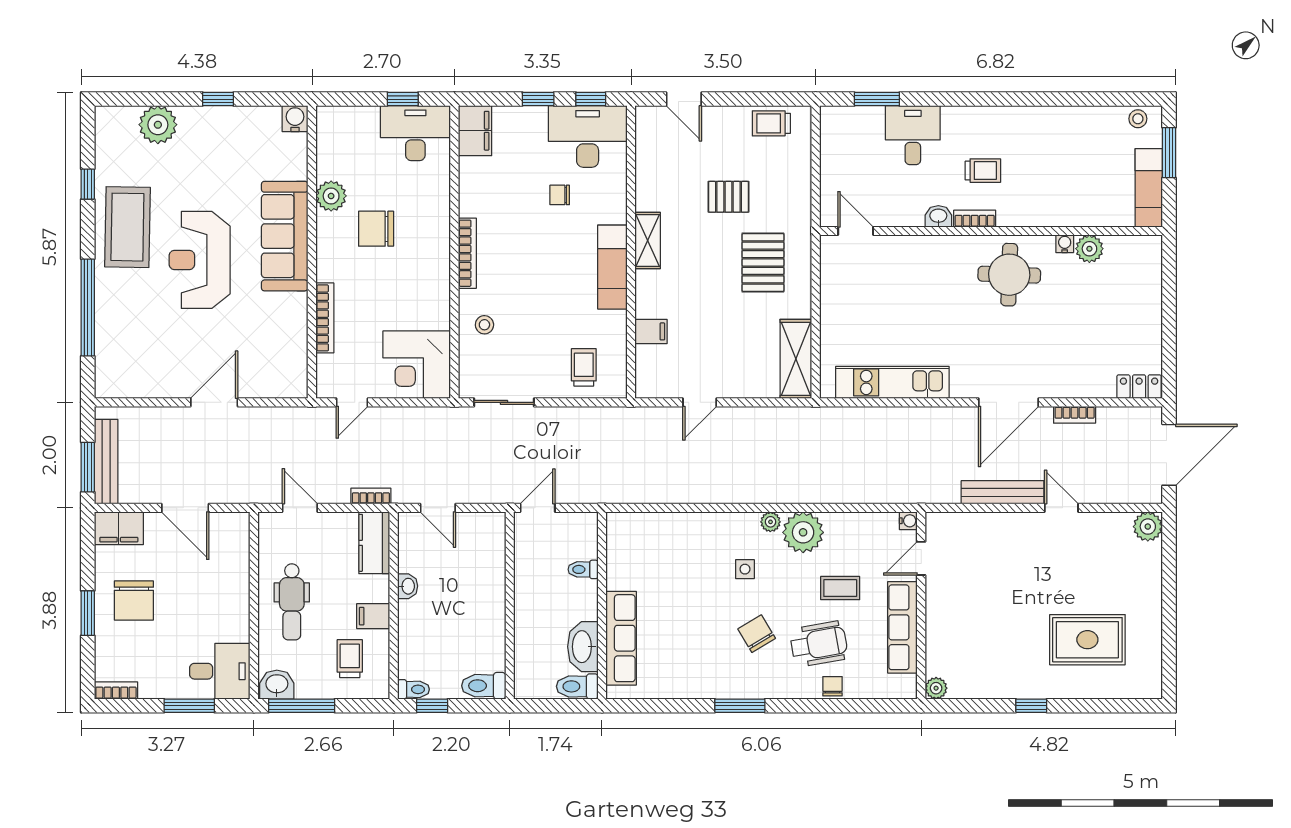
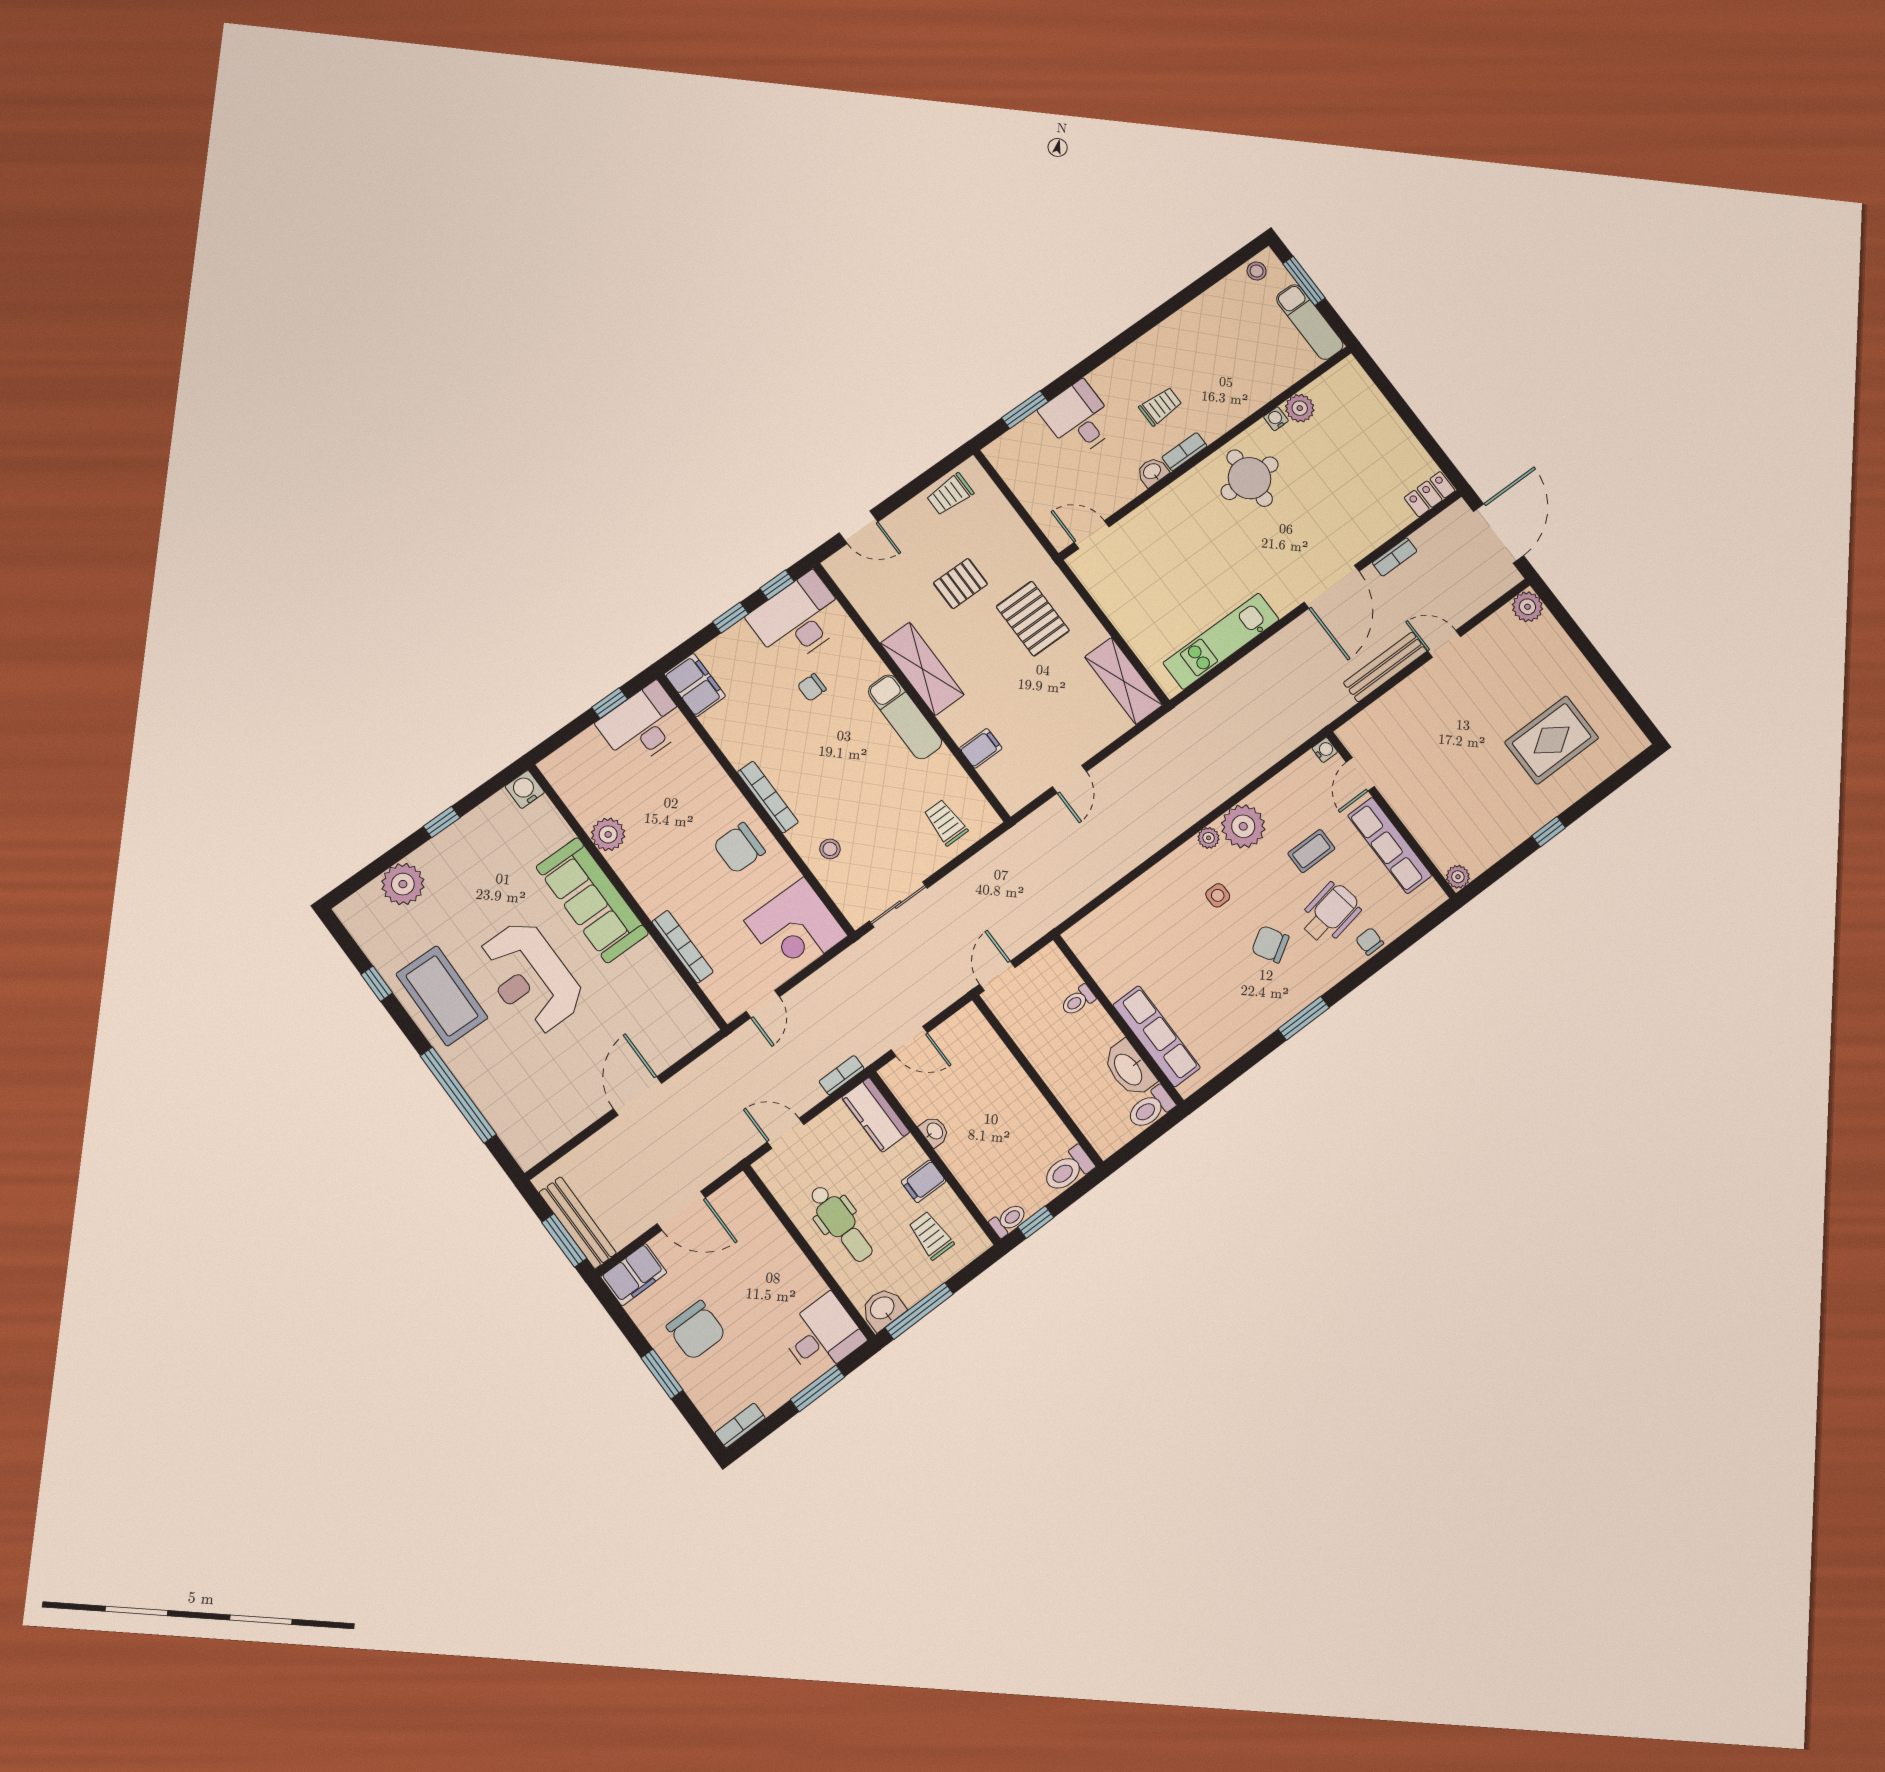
chair: (376, 229) -> (739, 848), moved
shelving: (648, 240) -> (922, 669), width x1.50, depth x1.33

